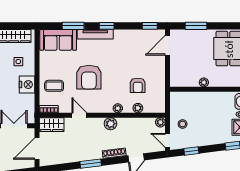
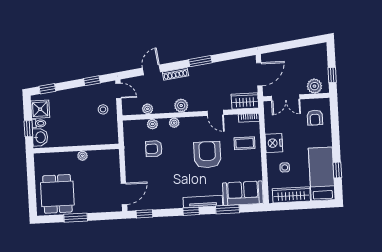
window: (196, 26) -> (76, 218), moved
armchair: (138, 85) -> (154, 149), turned -90
plant: (160, 122) -> (148, 109), moved

